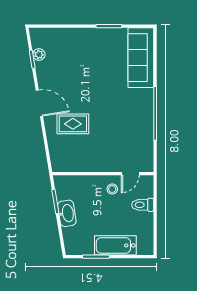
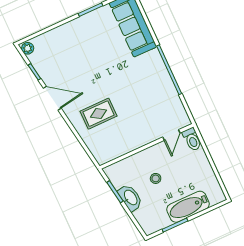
plant: (39, 54) -> (28, 48), moved
door: (39, 103) -> (52, 98), moved
stool: (112, 189) -> (156, 178), moved
toilet: (143, 205) -> (192, 139), moved, turned -90

